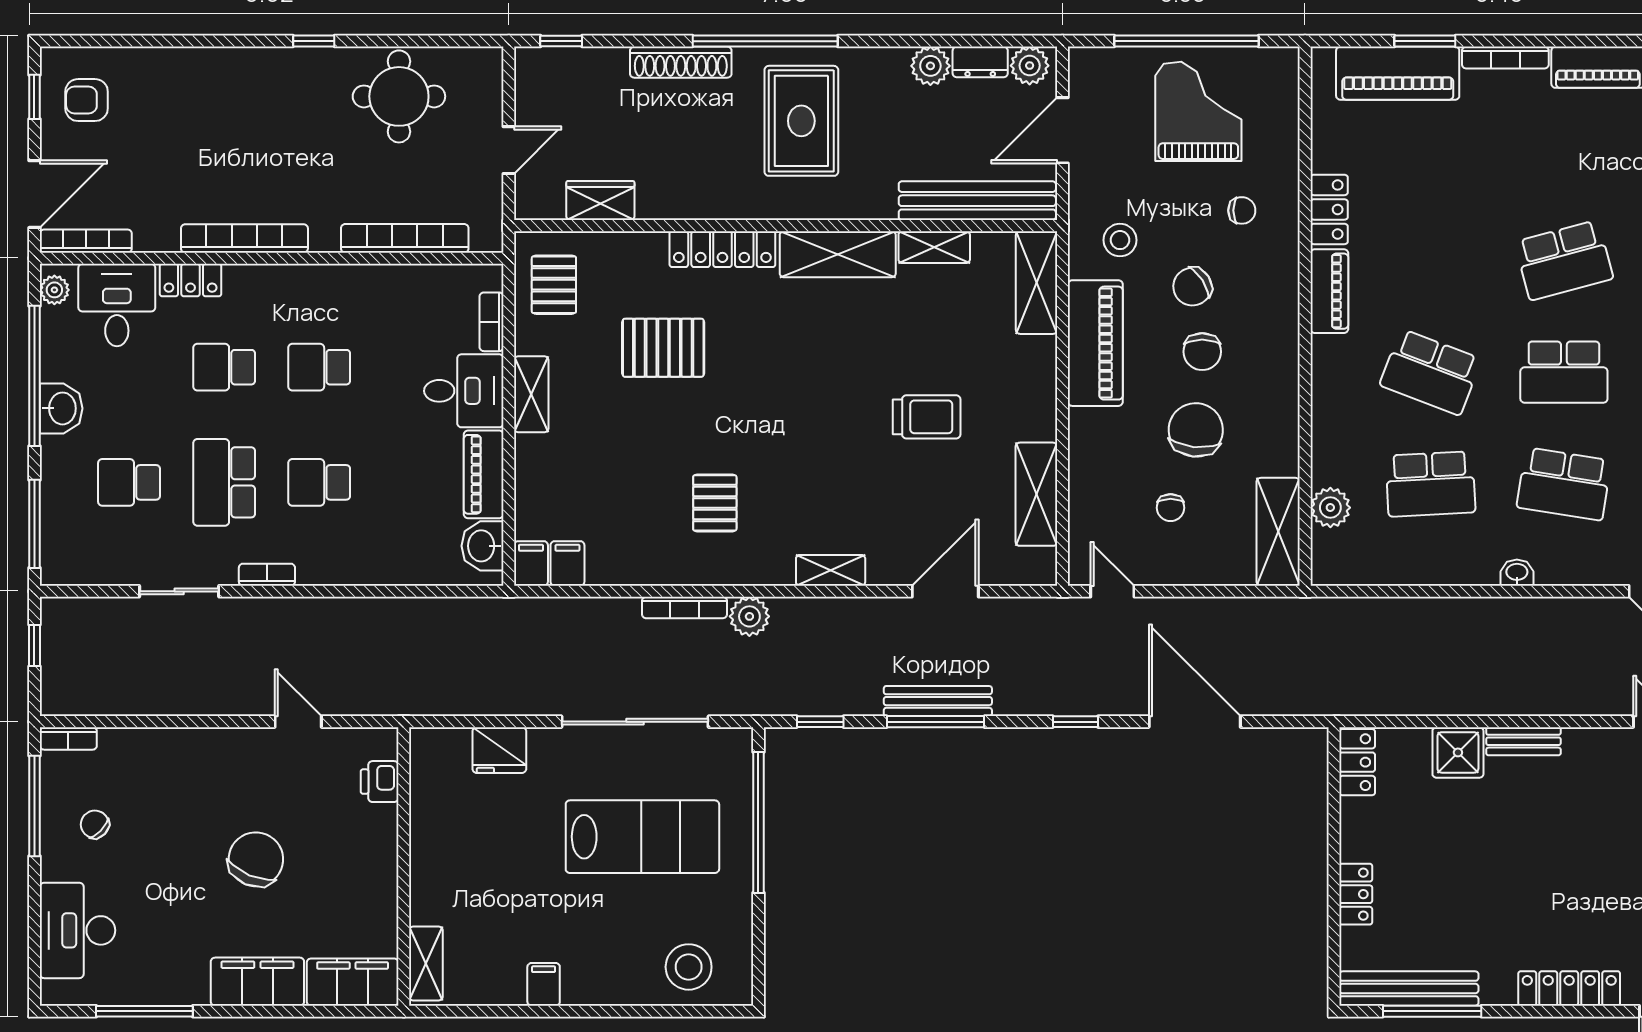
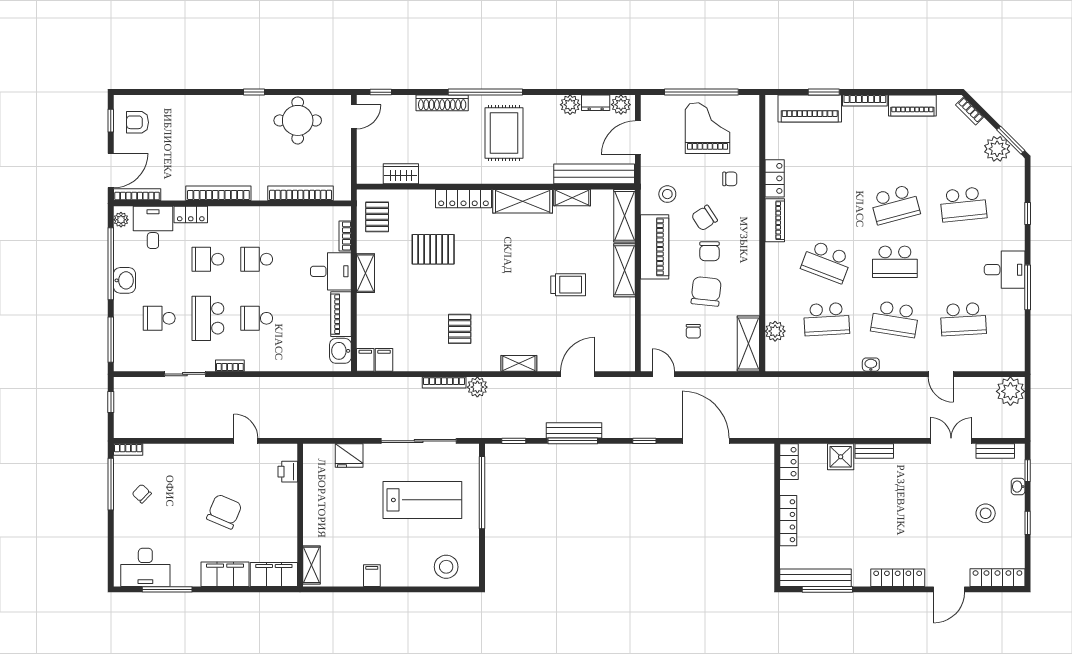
door: (509, 150) -> (354, 117), moved
shelving: (1036, 494) -> (624, 270), moved
locker: (1356, 894) -> (788, 521), width x1.53
desk: (78, 930) -> (145, 567), moved, turned -90

